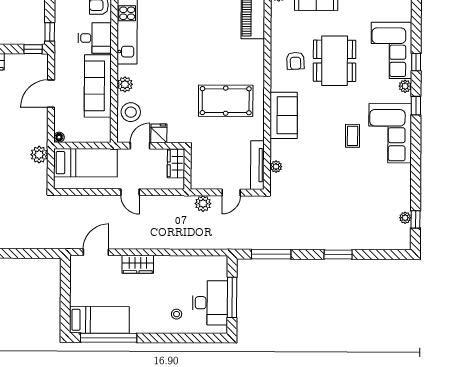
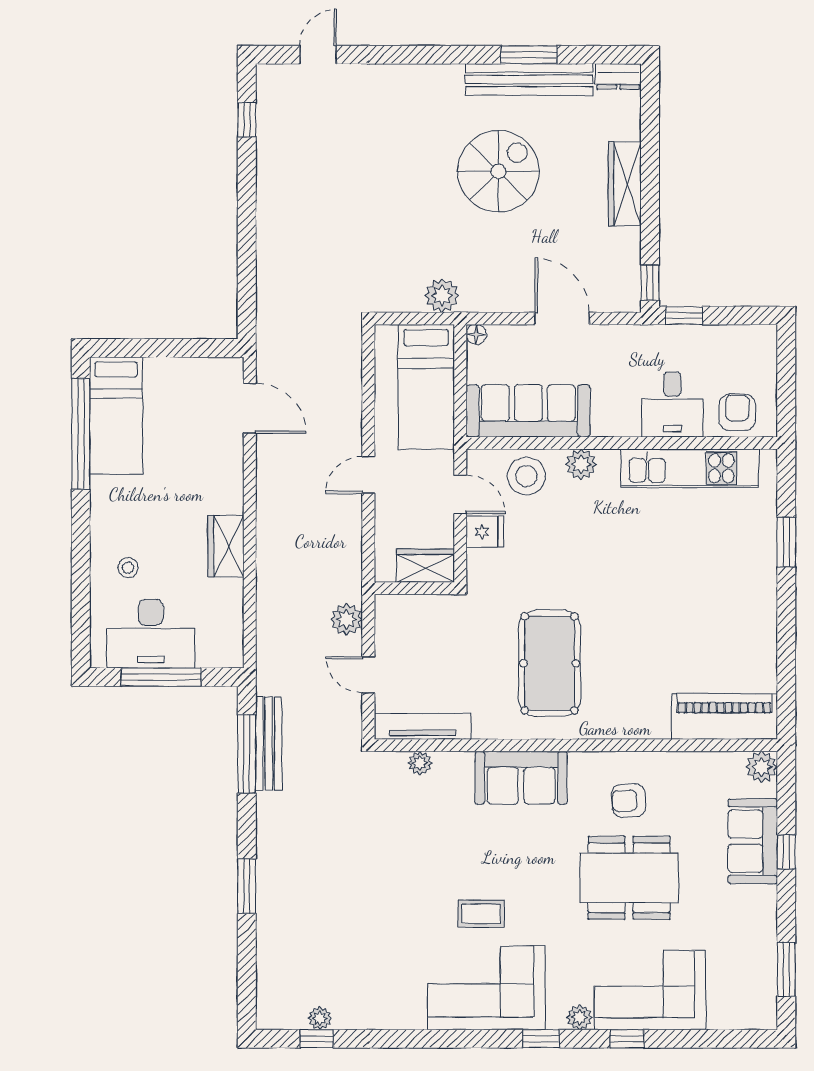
sofa: (98, 86) -> (528, 411), moved
bench: (266, 243) -> (269, 743), added
wardrobe: (138, 264) -> (226, 546), moved

